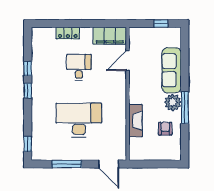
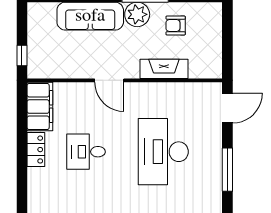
window: (161, 24) -> (22, 56), moved
locker: (68, 33) -> (36, 150), moved
door: (128, 61) -> (109, 80), moved

